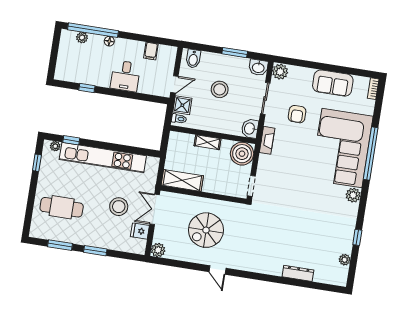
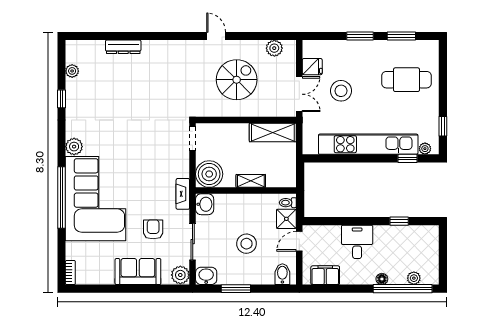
filing cabinet: (151, 51) -> (325, 275), width x2.00
sofa: (333, 83) -> (138, 272), moved
plant: (158, 250) -> (274, 48), moved

